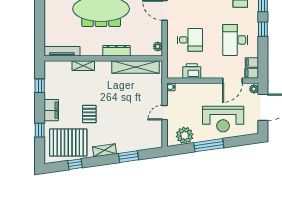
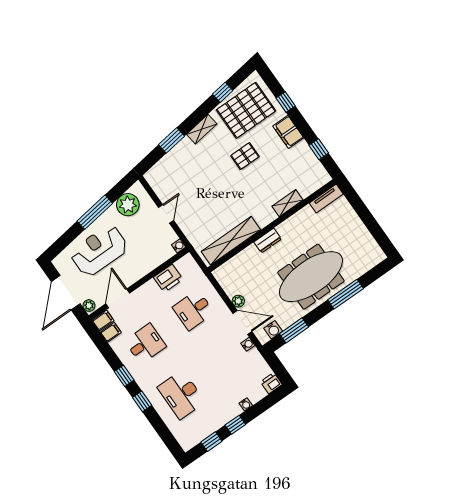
desk: (235, 40) -> (145, 344), width x0.73
plant: (158, 46) -> (238, 301), moved
tv unit: (62, 51) -> (326, 199), width x0.71
dresser: (116, 51) -> (268, 241), width x0.70
pallet: (89, 114) -> (245, 156), turned 90

